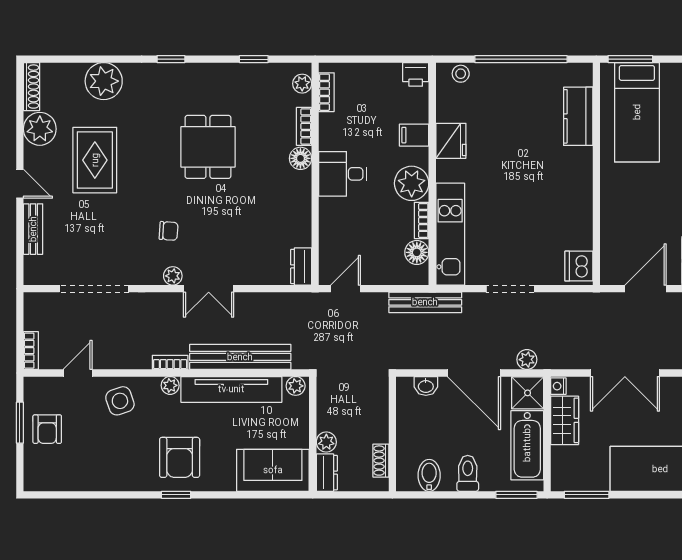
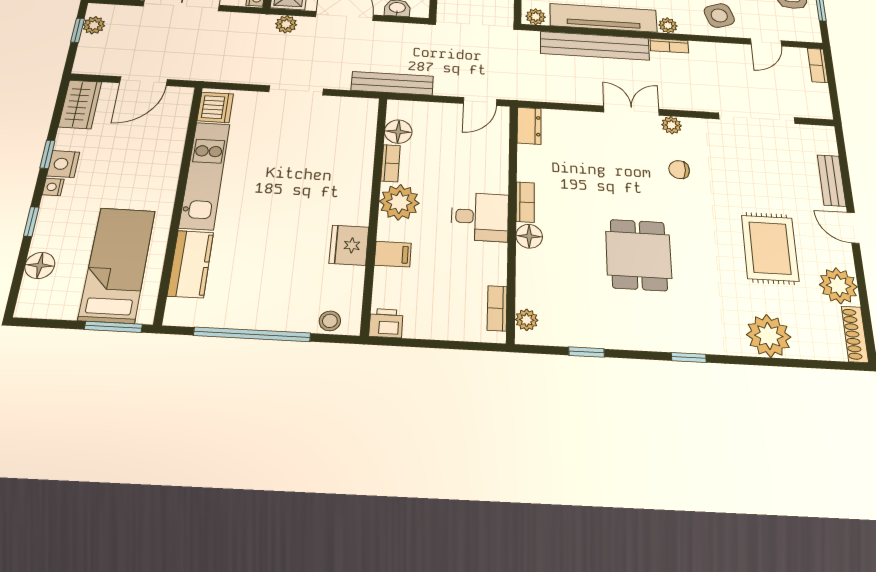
bookcase: (304, 126) -> (525, 202), moved
kitchen unit: (450, 234) -> (205, 175), moved, turned 180

